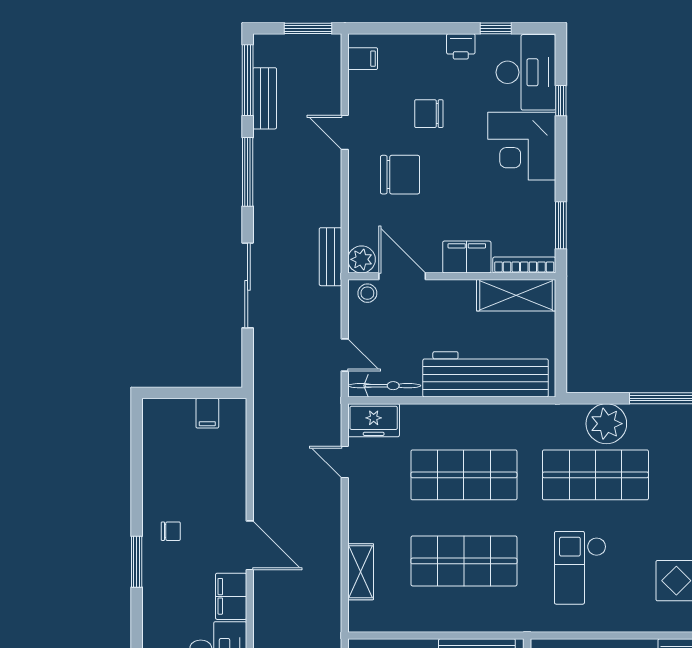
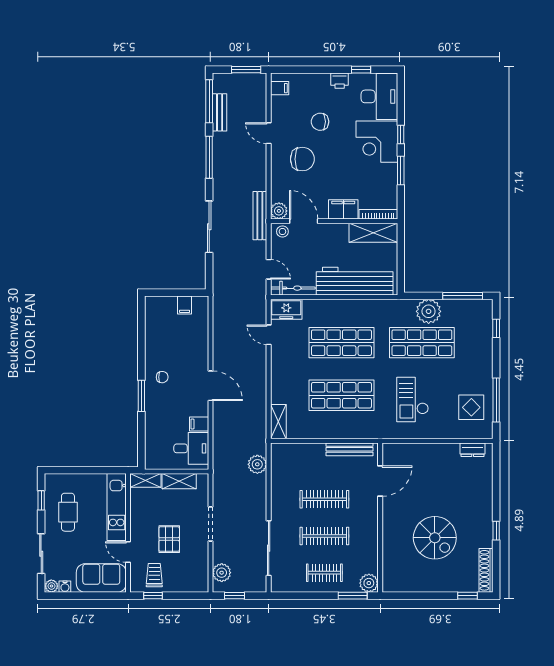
window: (561, 101) -> (401, 135), moved
window: (561, 225) -> (401, 170), moved
bench: (331, 257) -> (260, 216), width x1.36
shelving: (361, 572) -> (278, 422), moved
filing cabinet: (231, 596) -> (199, 424), width x0.50

